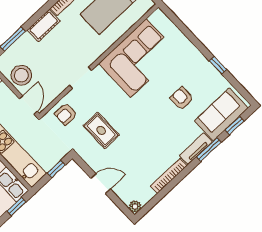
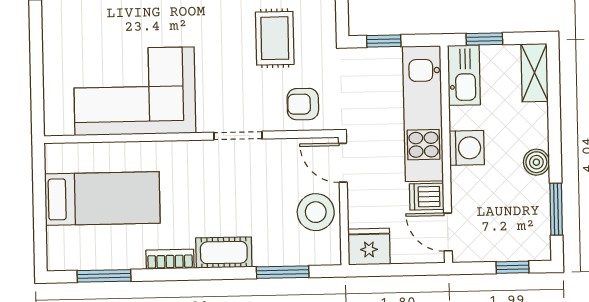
door: (28, 105) -> (343, 163), hinge flipped
armchair: (66, 114) -> (303, 104), turned 180

